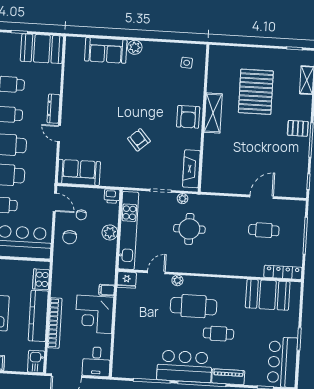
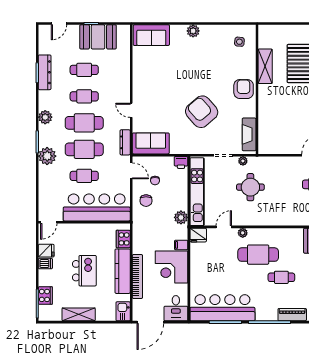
booth: (42, 49) -> (98, 37), moved
sofa: (106, 50) -> (151, 35), moved
dresser: (53, 109) -> (125, 142), moved
shelving: (213, 113) -> (265, 66), moved
armchair: (188, 117) -> (244, 89), turned 180
armchair: (139, 140) -> (202, 112), width x1.88, depth x1.88
plant: (110, 232) -> (181, 217), moved
bar counter: (184, 366) -> (222, 308), moved, width x1.36

